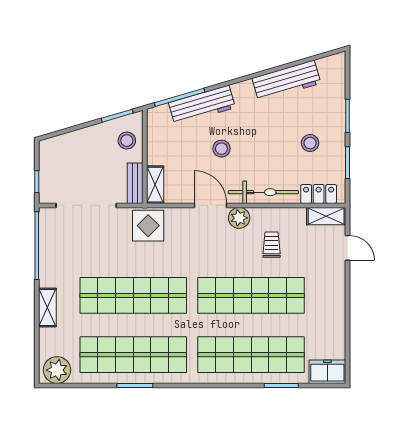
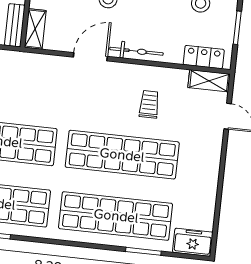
bicycle: (263, 192) -> (136, 51), width x0.73, depth x0.71
door: (210, 205) -> (90, 57), hinge flipped
plant: (239, 218) -> (119, 73), removed
display table: (148, 226) -> (23, 71), removed

